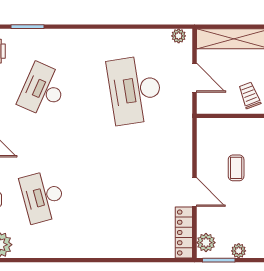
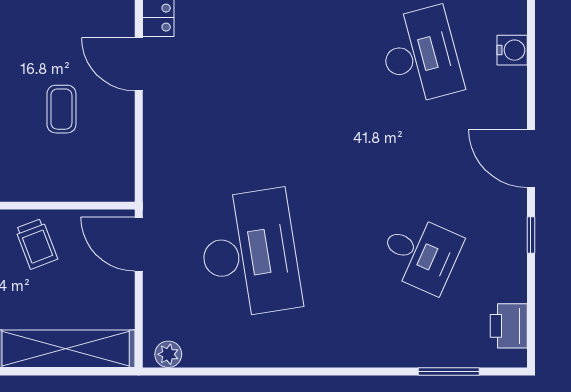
door: (194, 78) -> (139, 244), moved
desk: (43, 90) -> (420, 254), width x0.73

